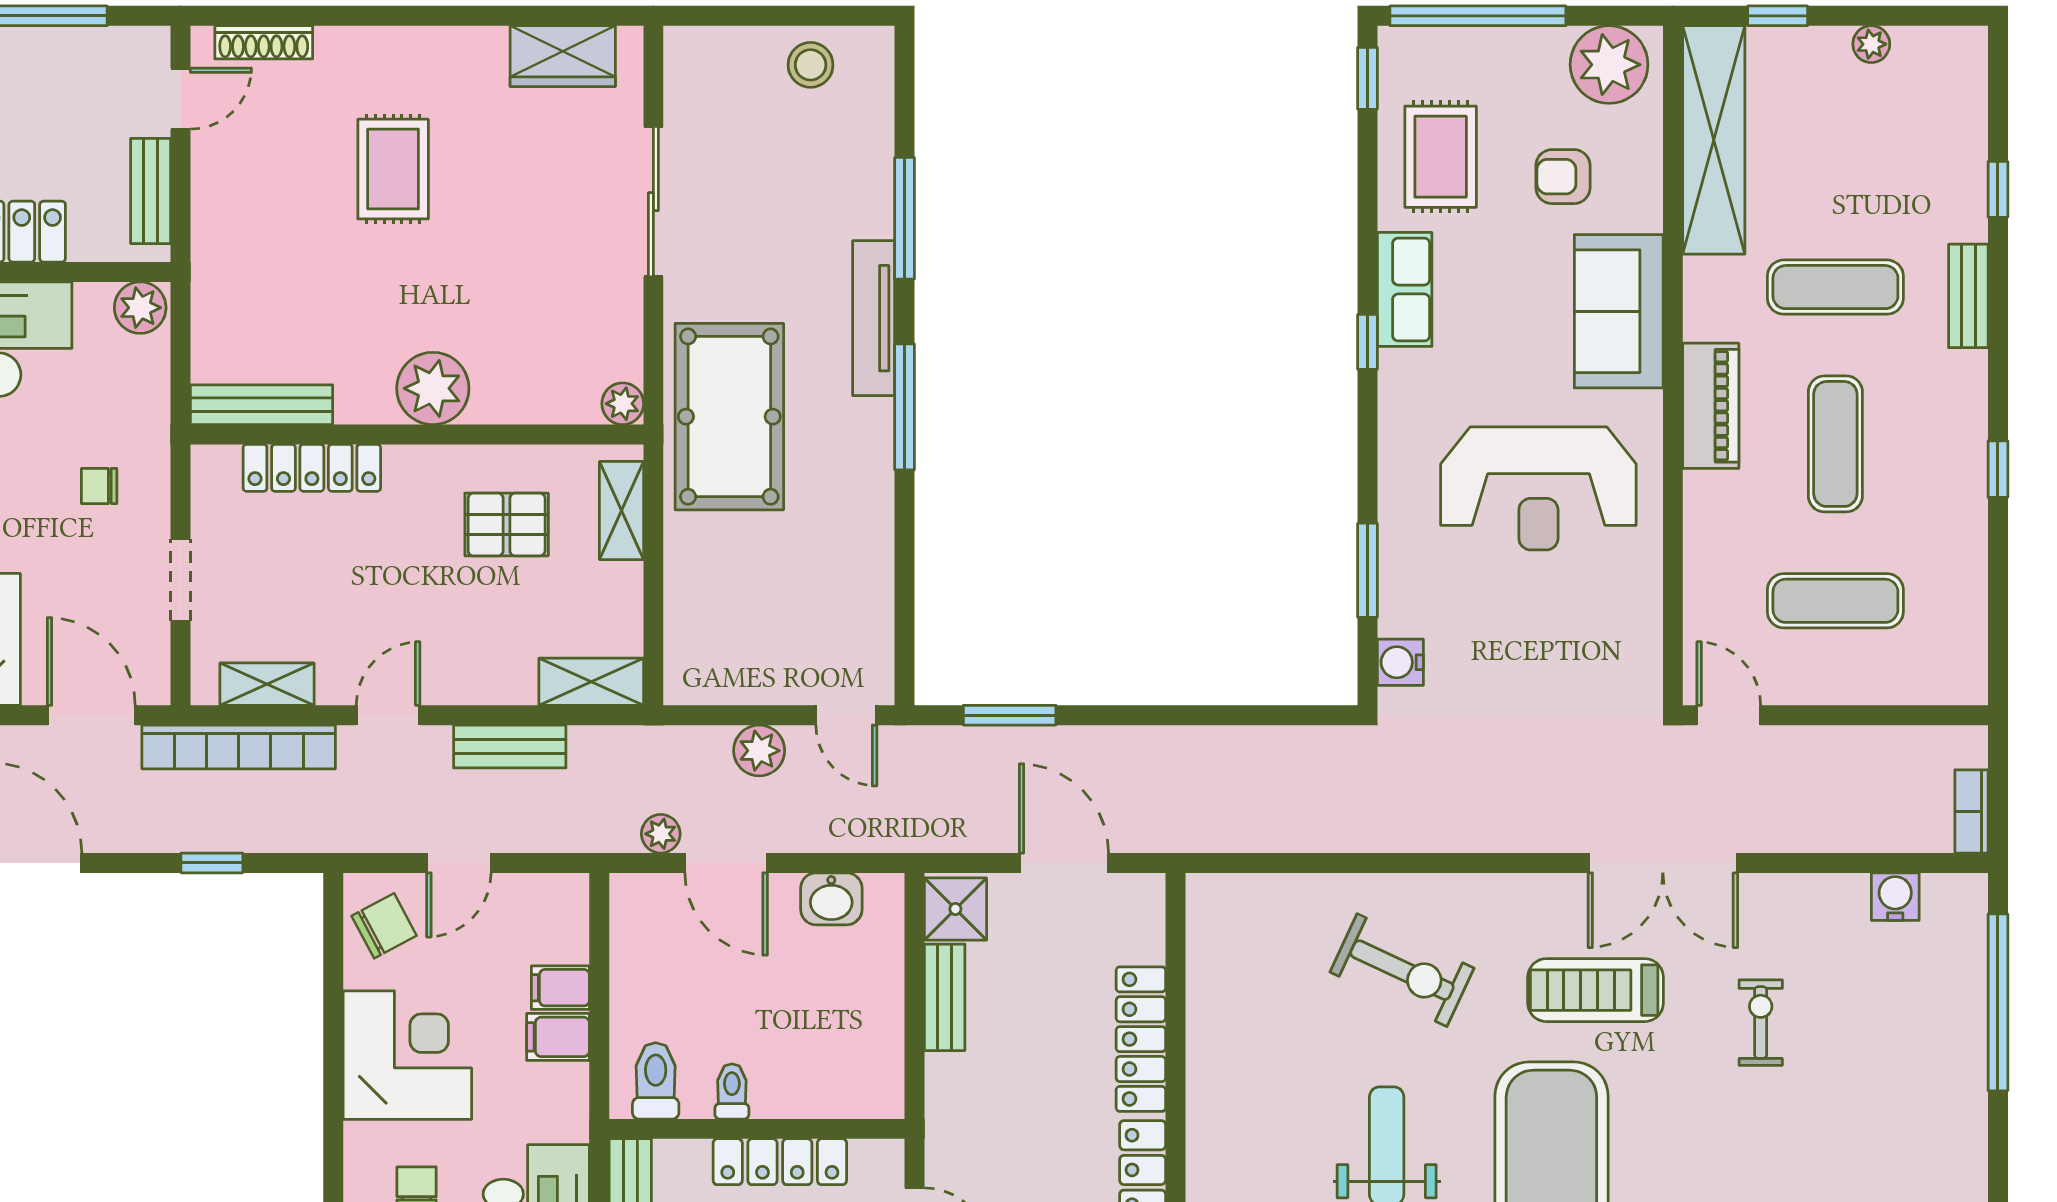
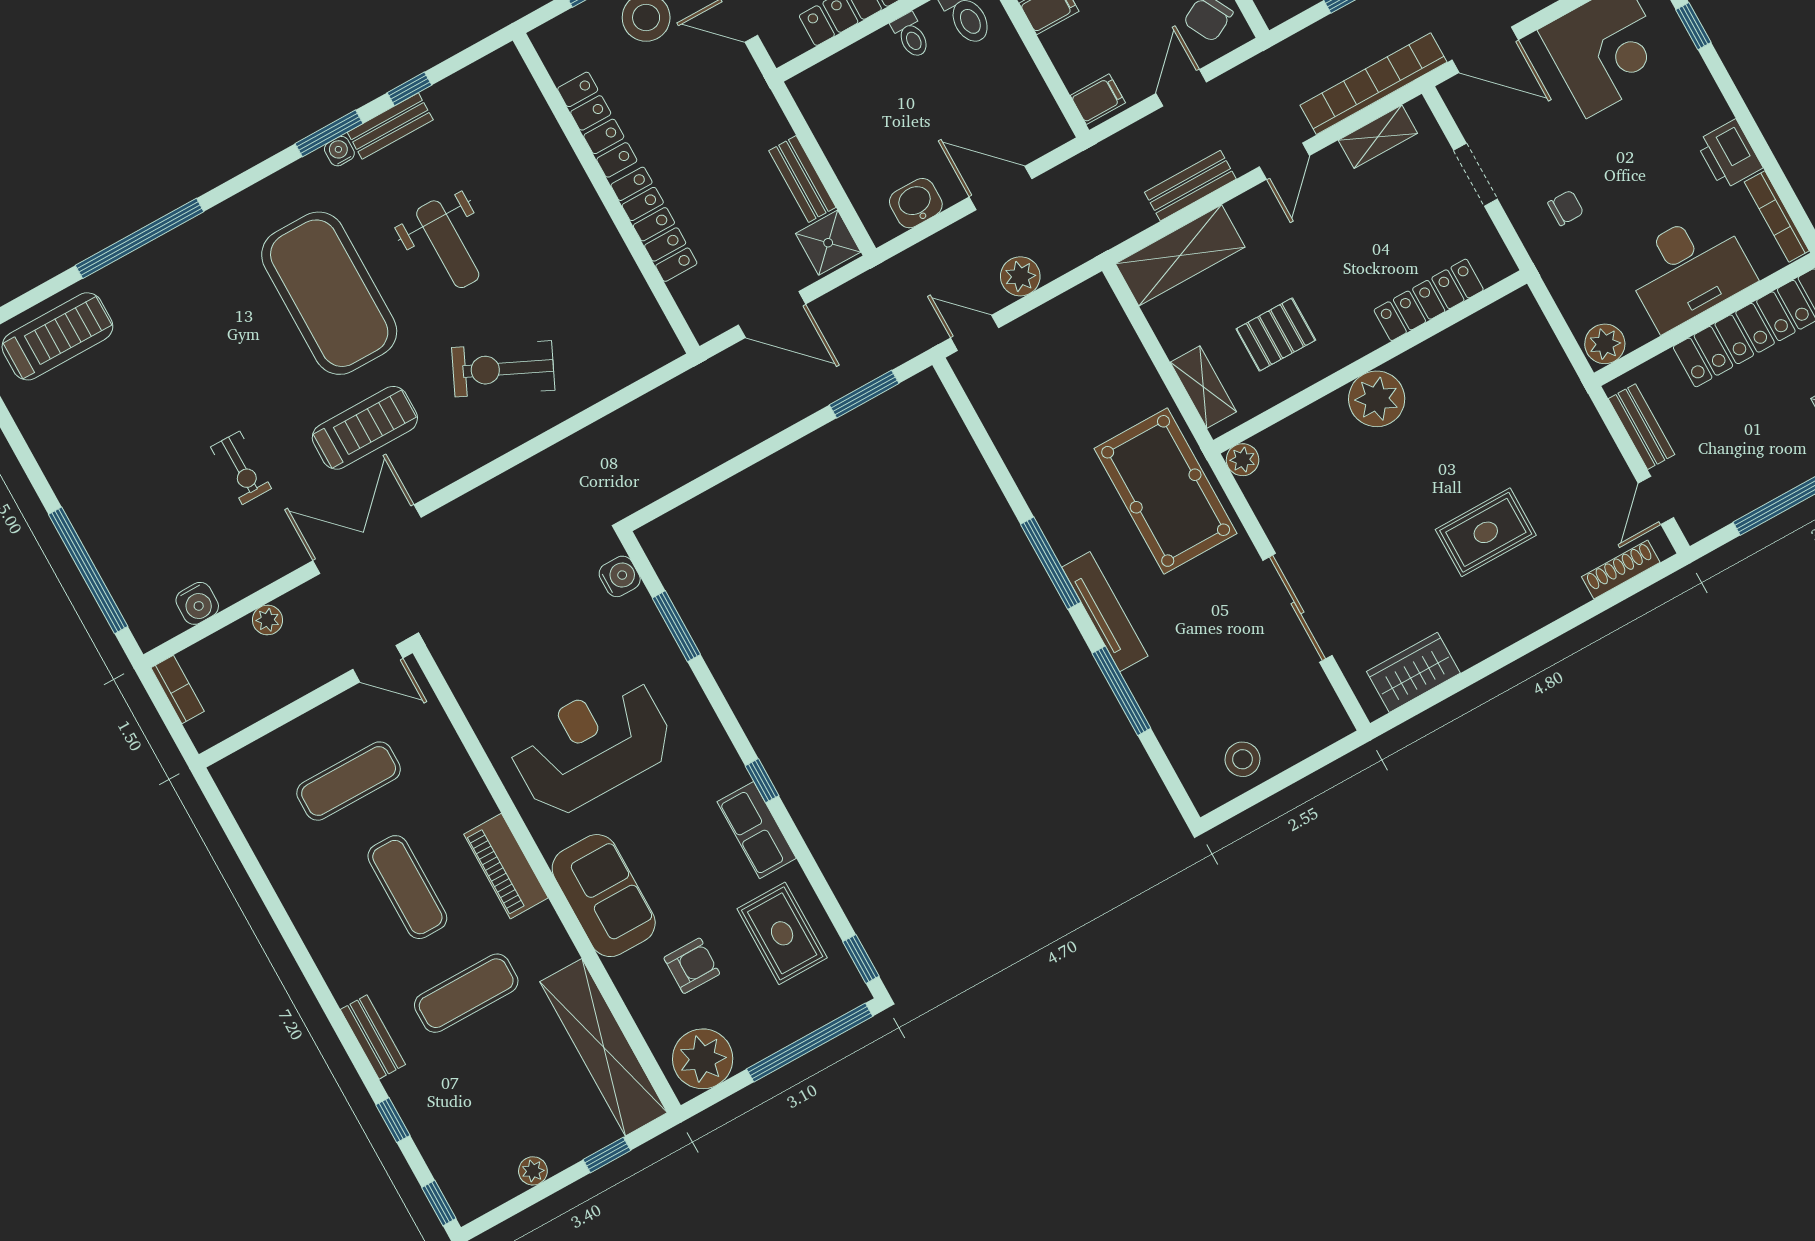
rug: (393, 169) -> (1486, 532), turned 90
bench: (262, 405) -> (1486, 324), removed
window: (1998, 469) -> (439, 1203), moved
shelving: (591, 682) -> (1180, 255), width x1.50, depth x1.33
plant: (661, 834) -> (267, 620), moved
filing cabinet: (560, 988) -> (1098, 99), moved

